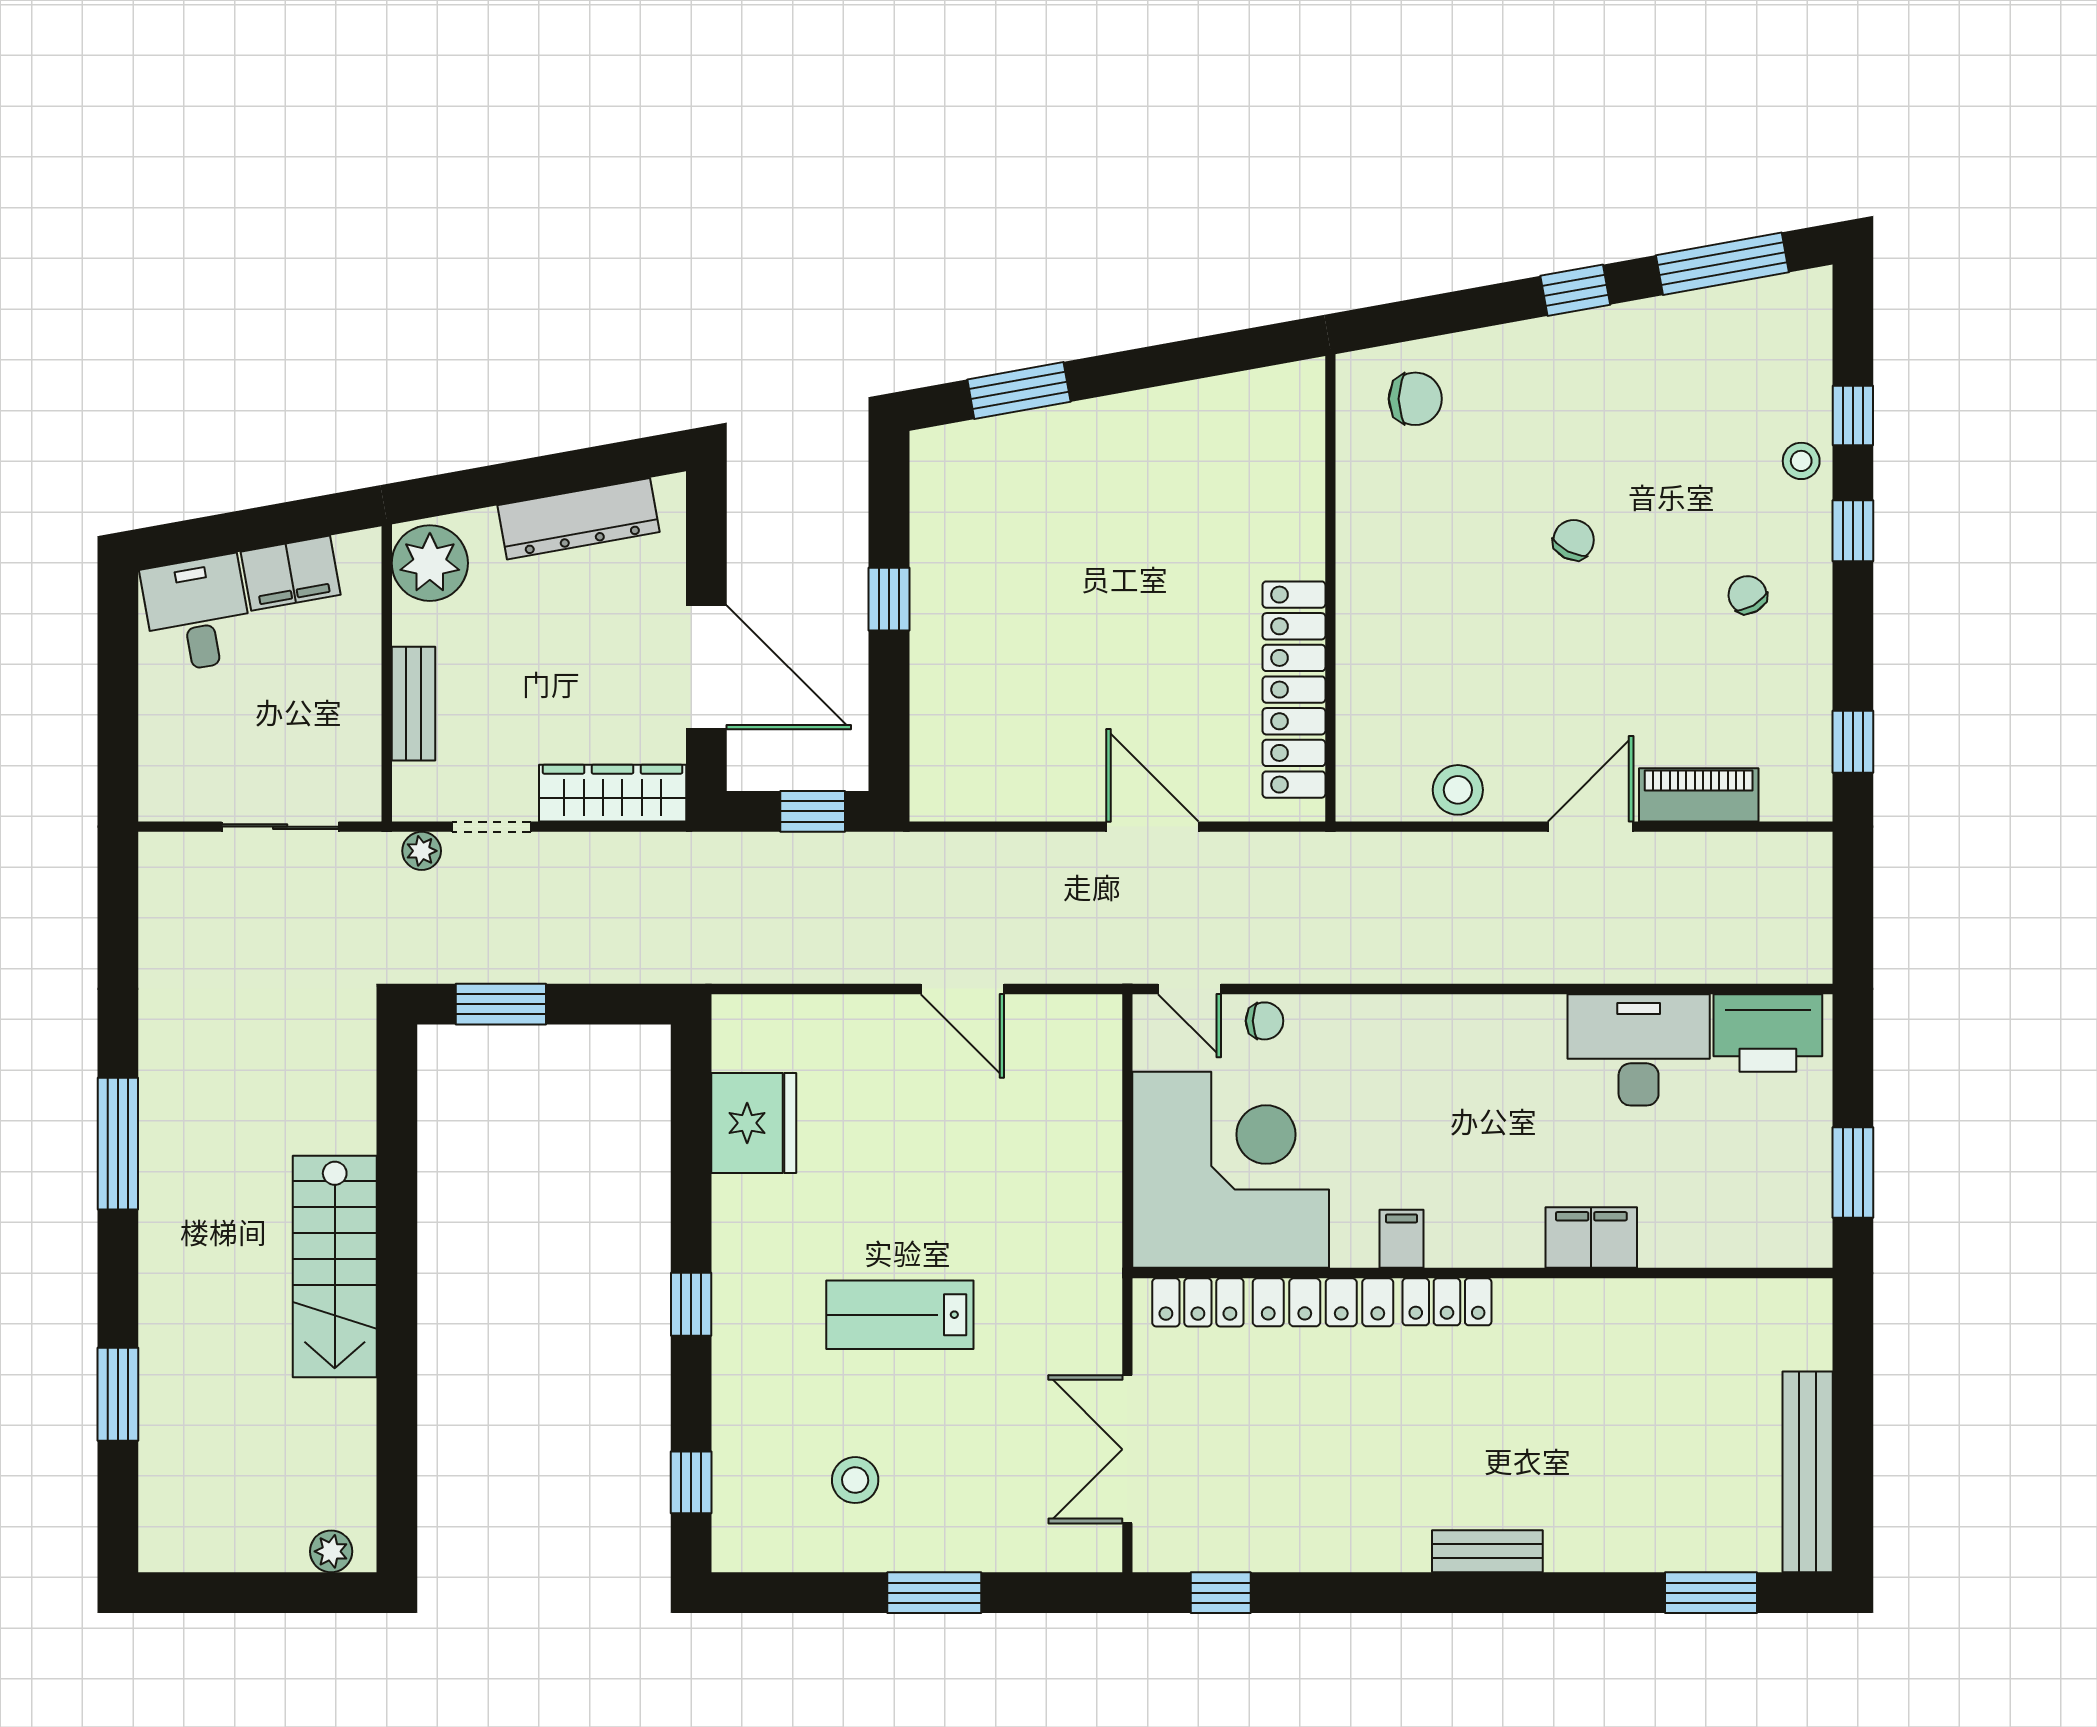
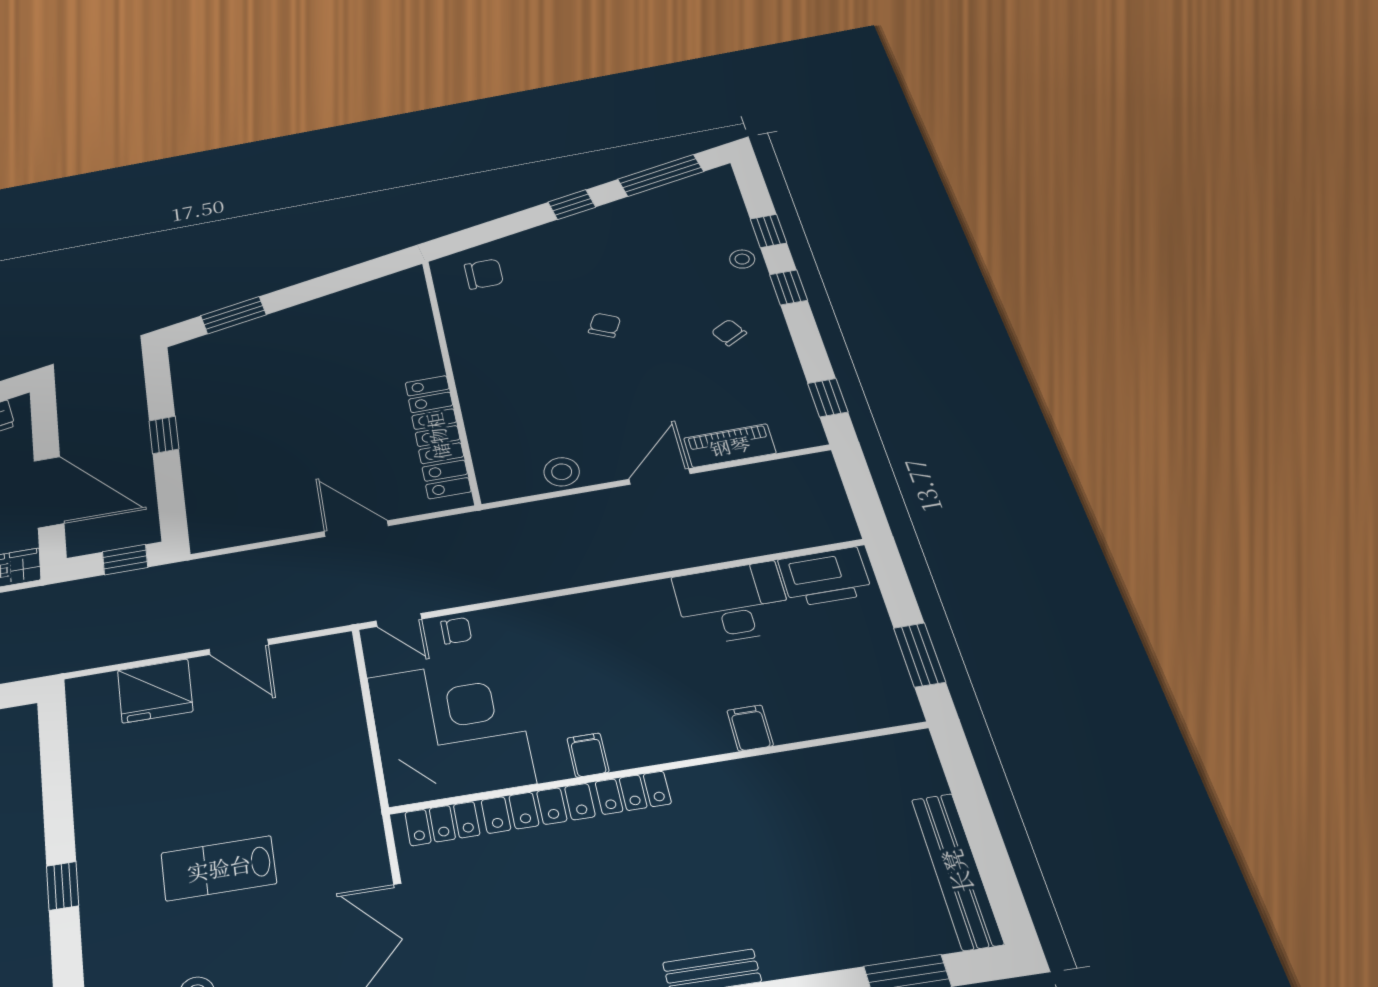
fridge: (754, 1123) -> (155, 691), moved, turned 90
filing cabinet: (1591, 1238) -> (750, 728), width x0.50

